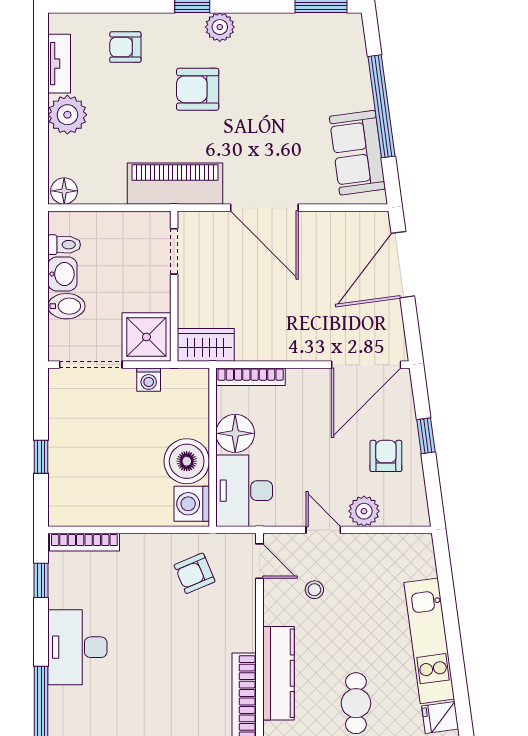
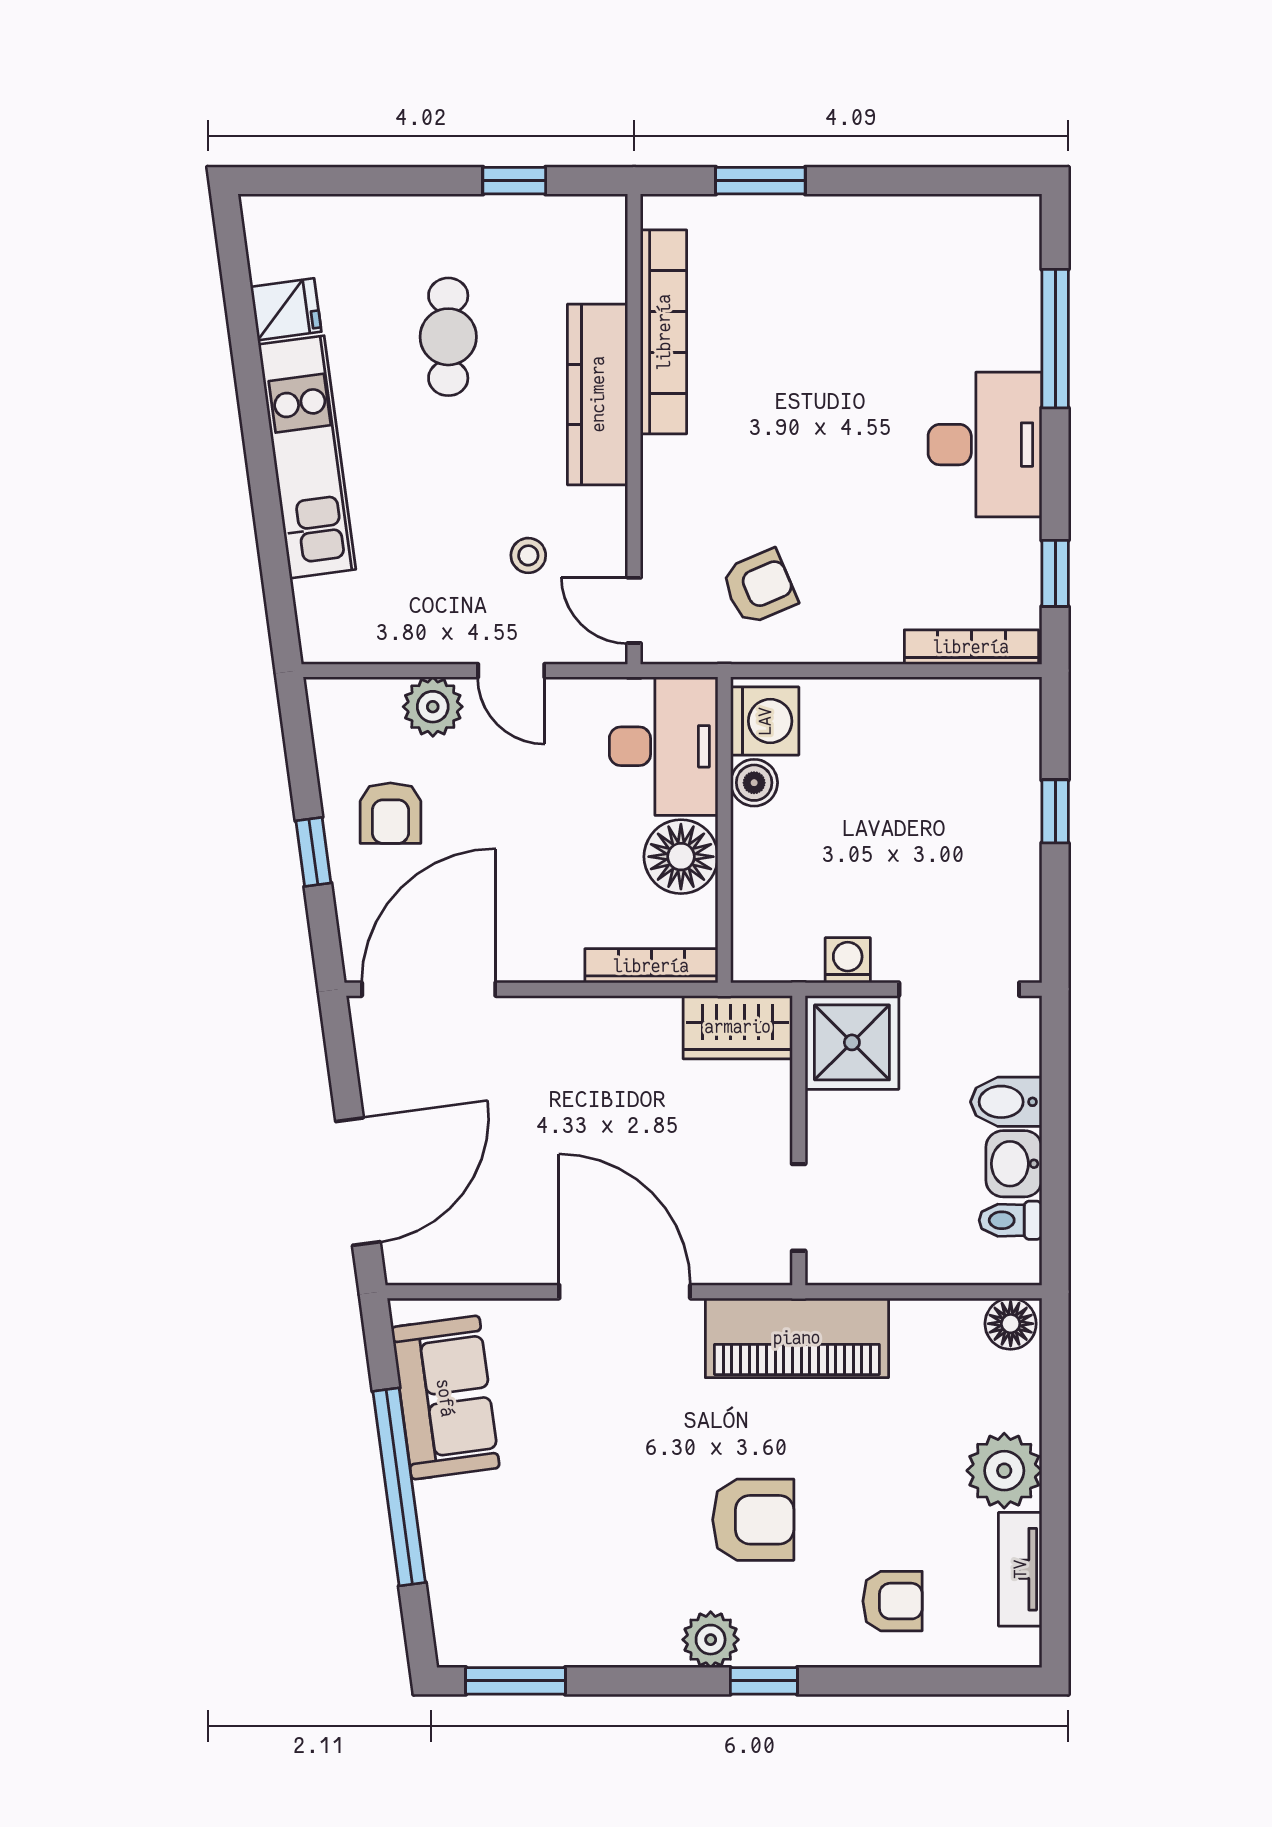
boiler: (187, 461) -> (754, 783), width x0.54, depth x0.54

